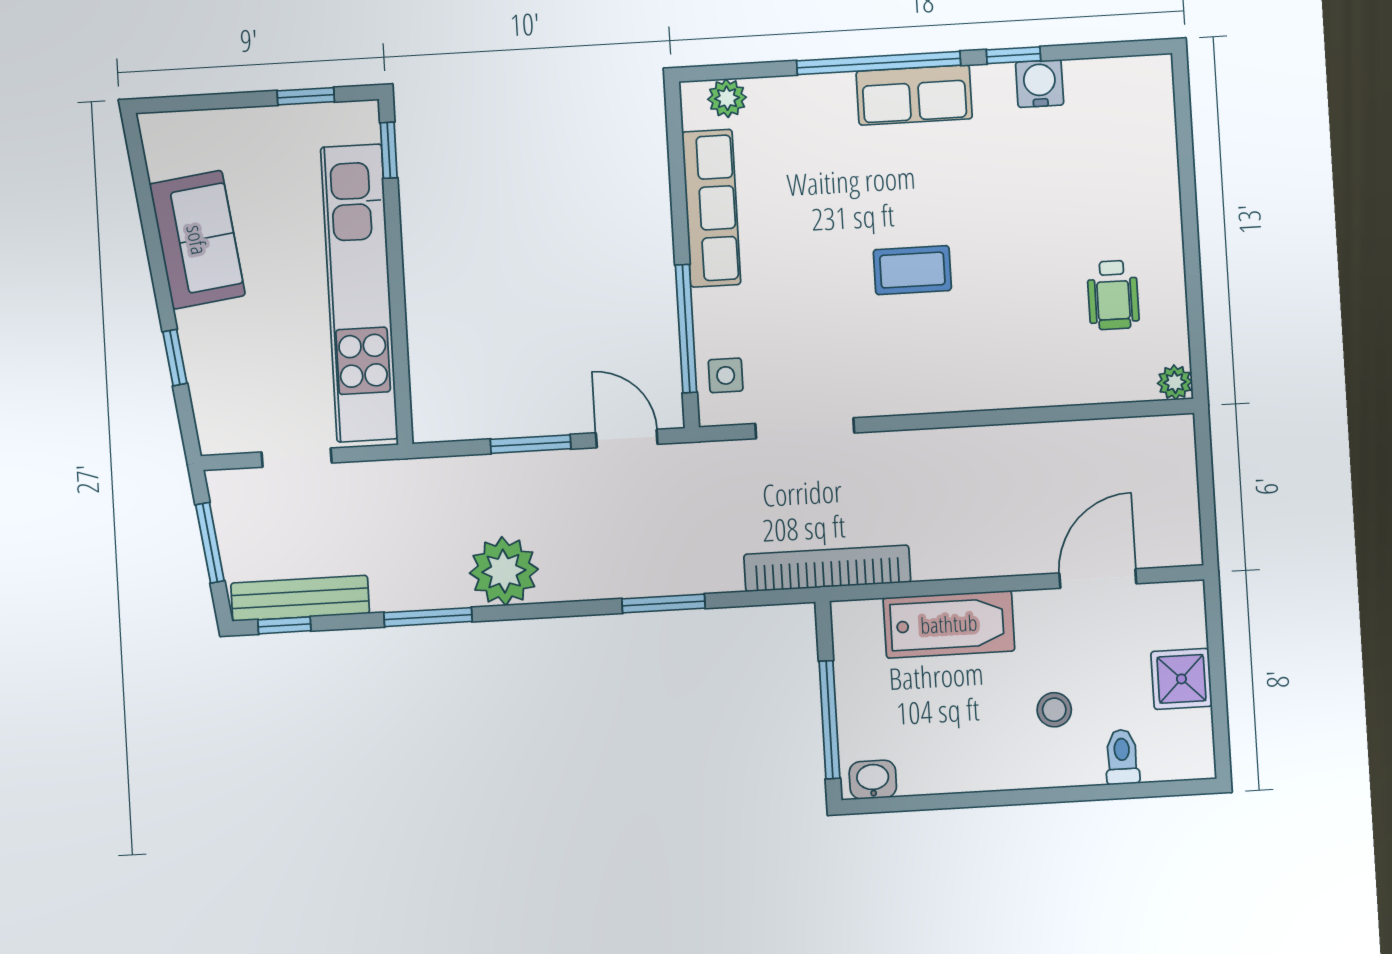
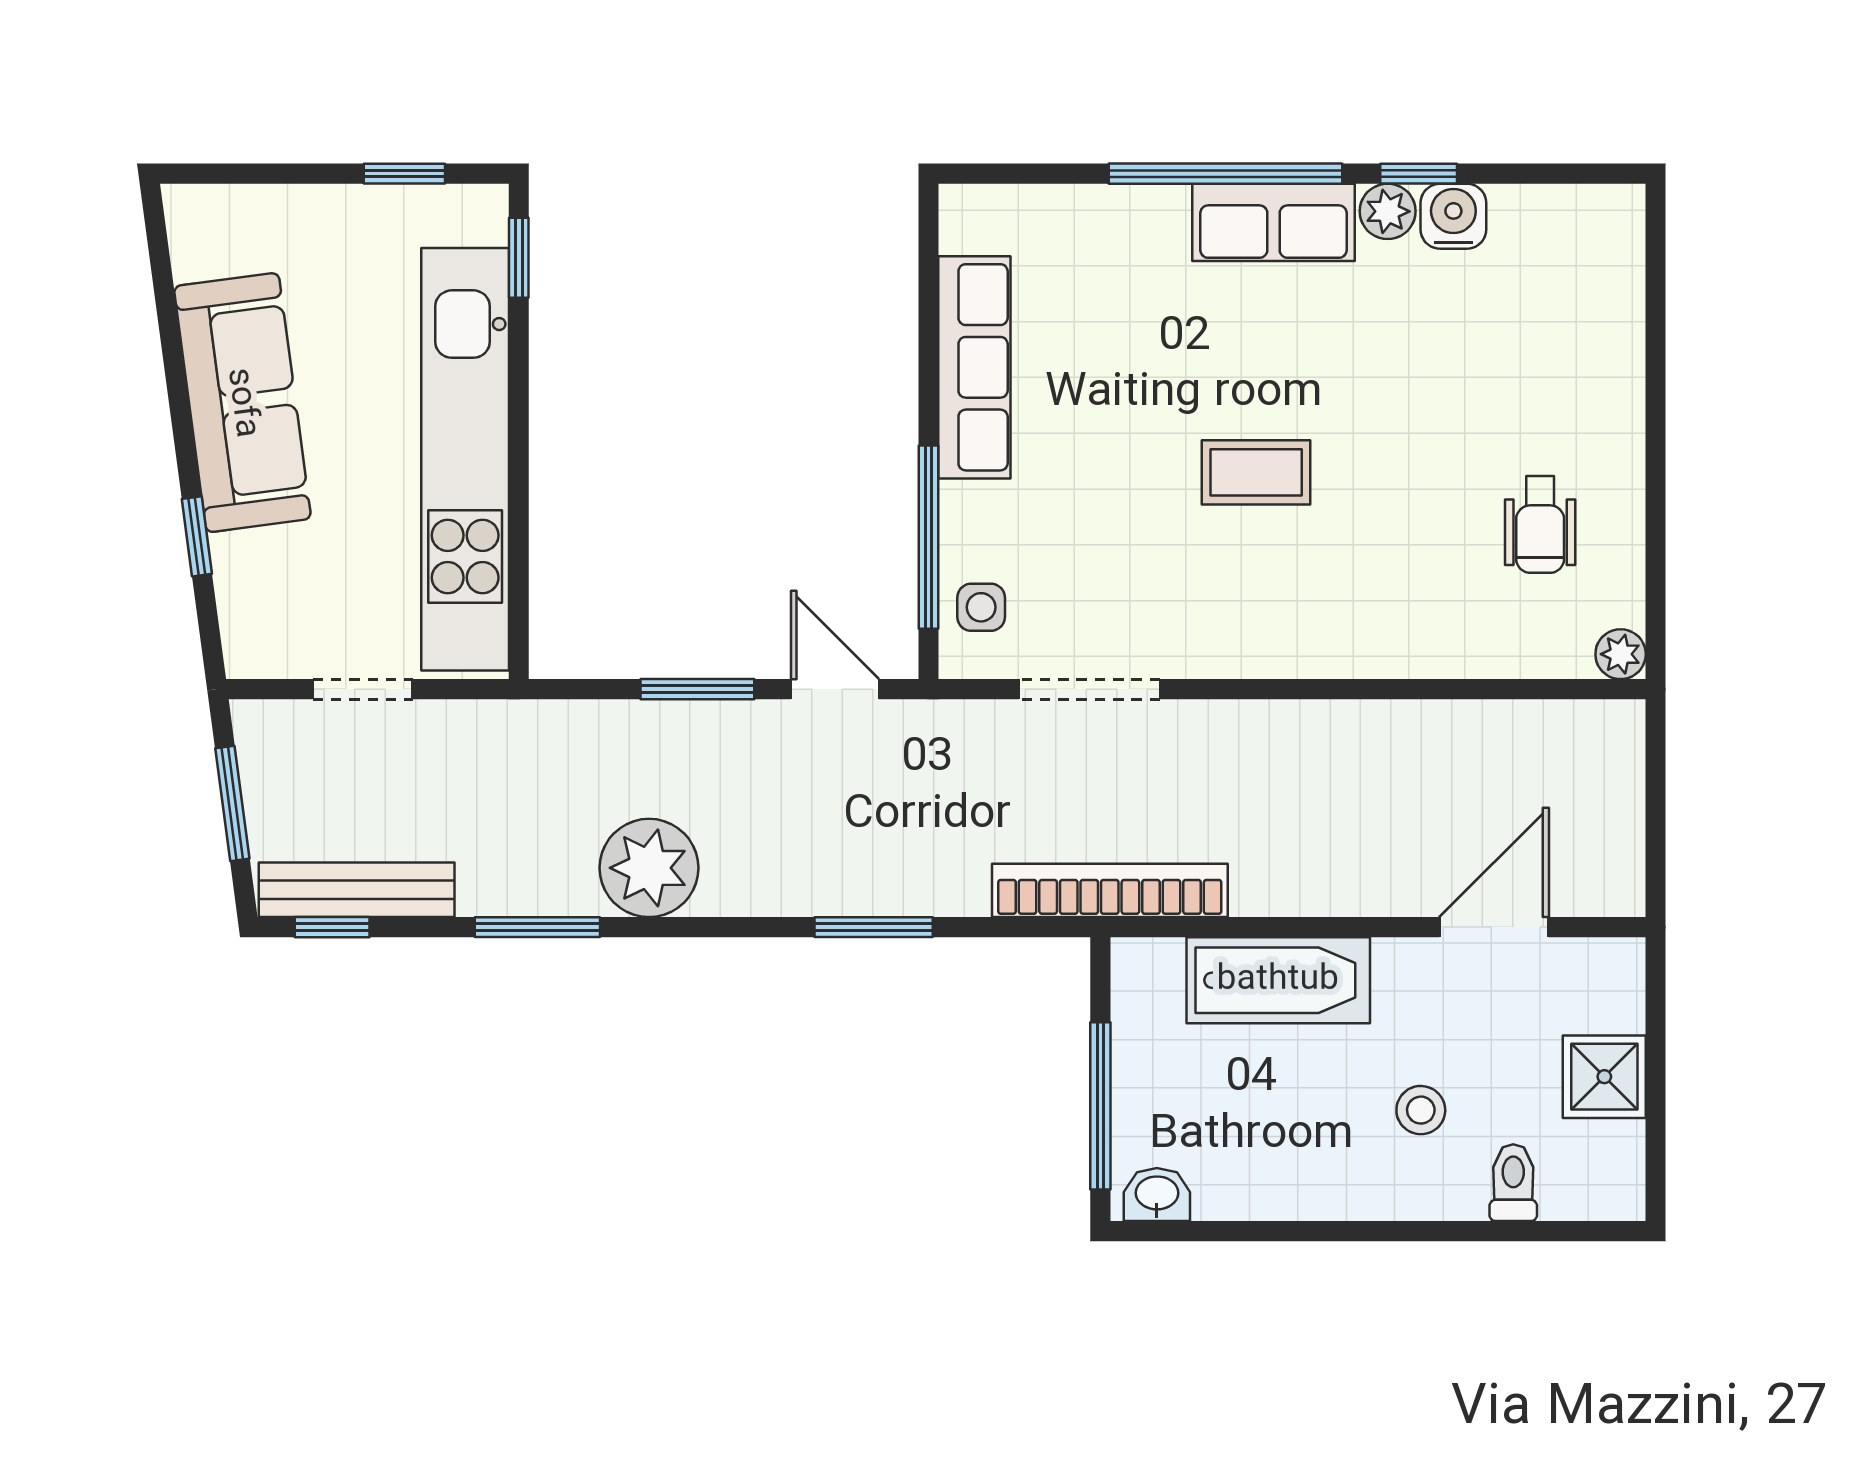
plant: (727, 98) -> (1388, 211), moved
sofa: (197, 240) -> (242, 403), width x1.36

